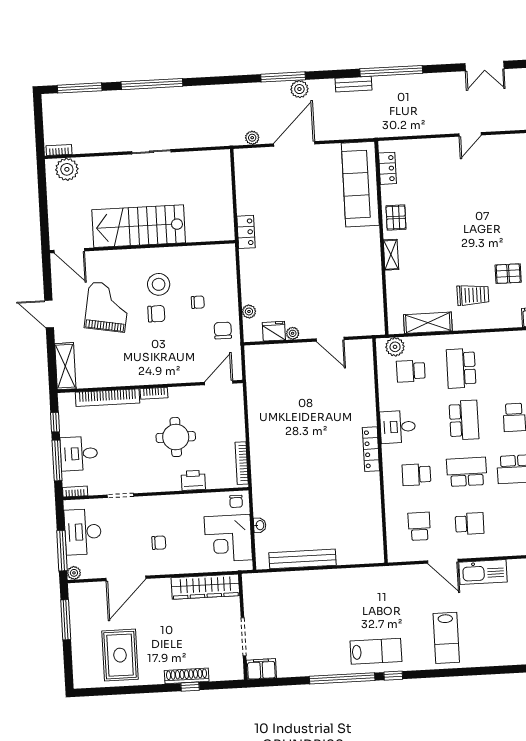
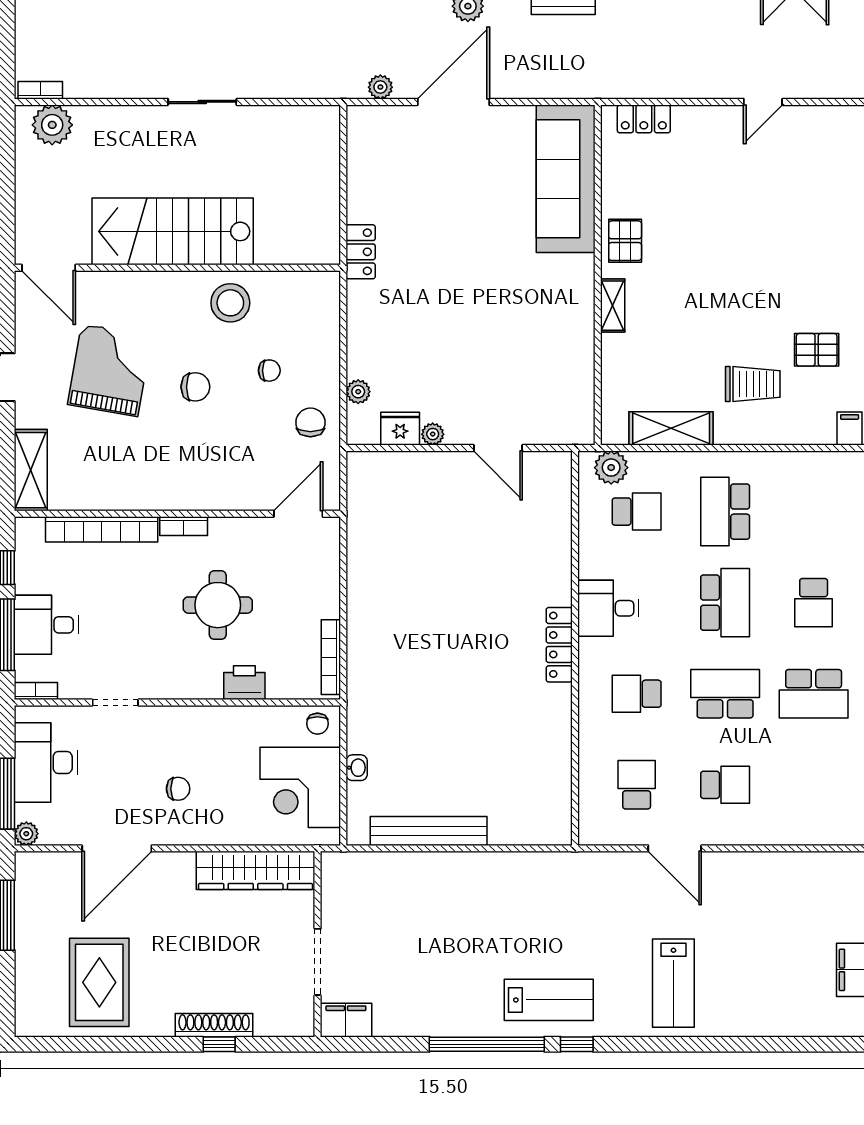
locker: (387, 168) -> (644, 119), moved, turned 90
stool: (159, 284) -> (230, 303), moved
school desk: (411, 371) -> (637, 512), turned 180
kitchen sink: (483, 572) -> (744, 871), removed

